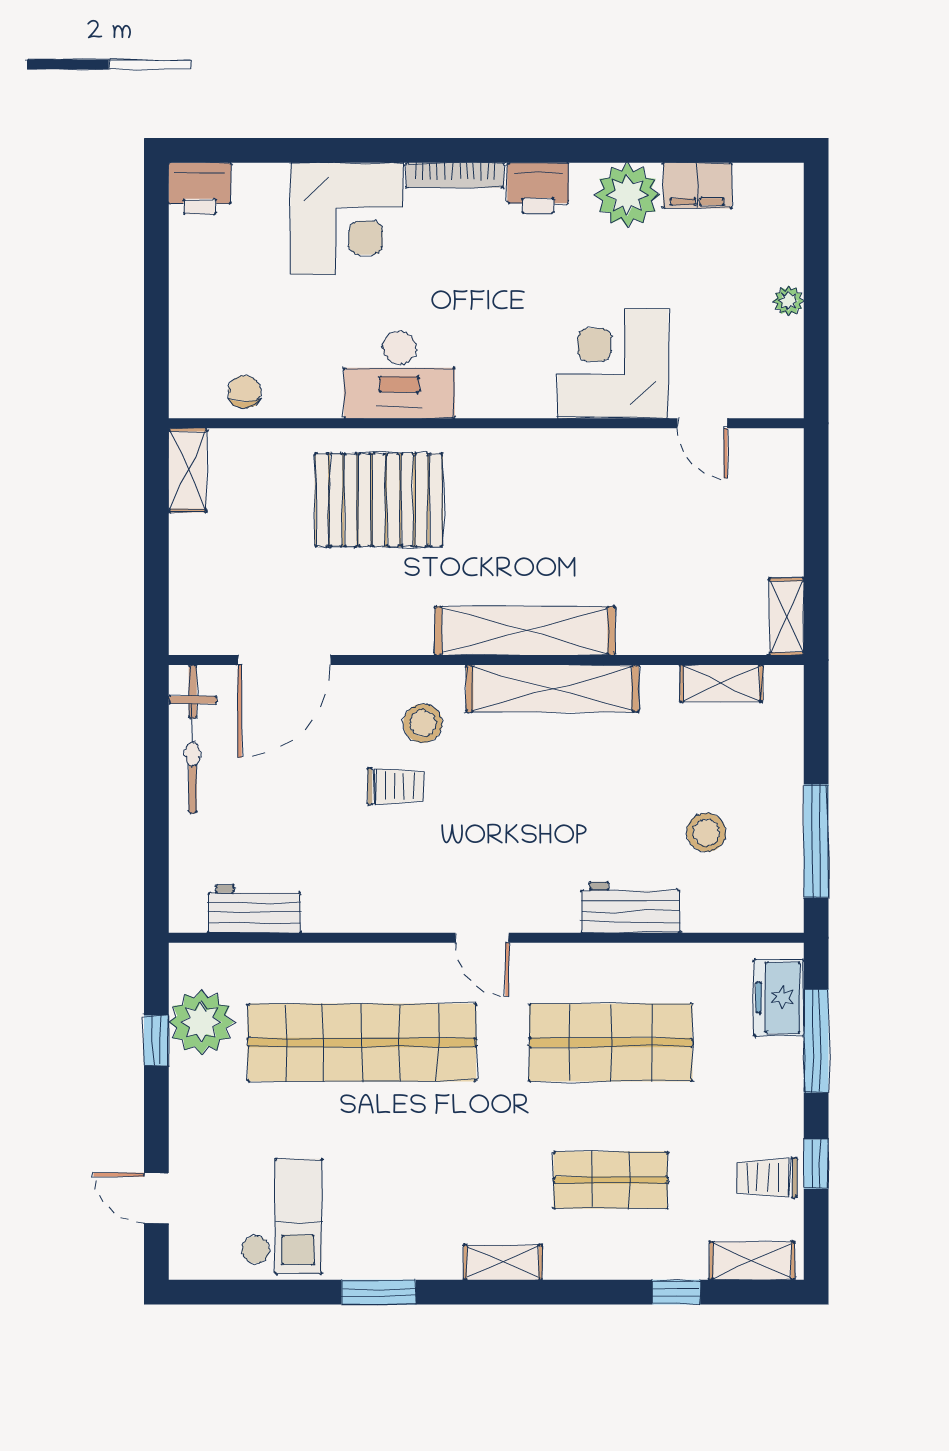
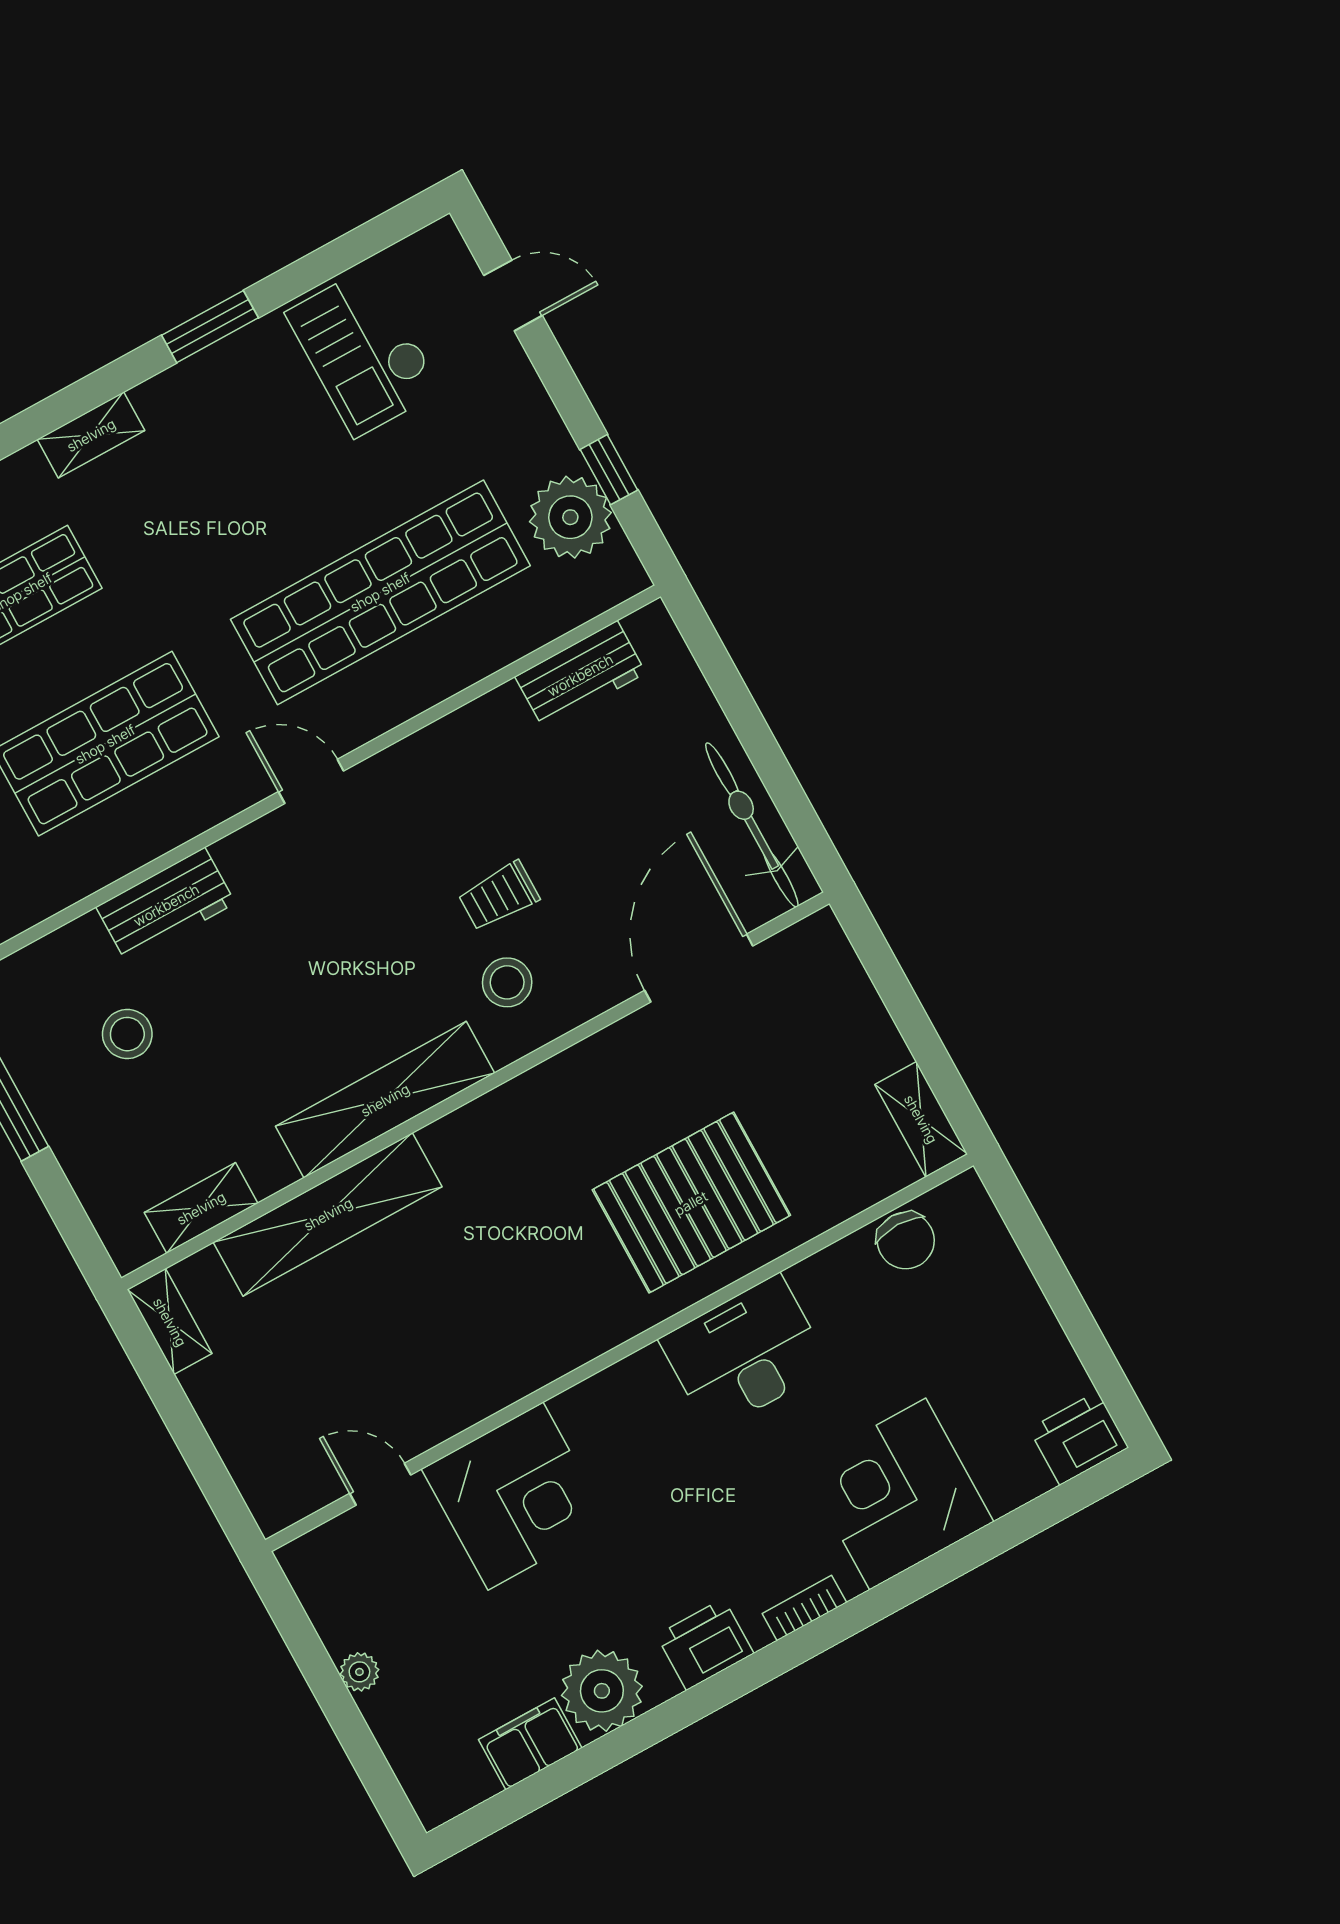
bookcase: (455, 175) -> (804, 1608), width x0.64
chair: (244, 392) -> (906, 1241), width x1.37, depth x1.37
shelving: (525, 631) -> (328, 1214), moved

